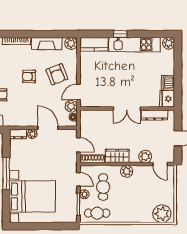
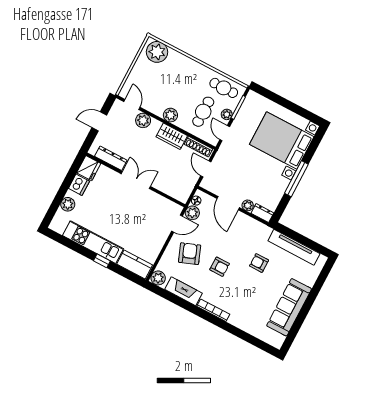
plant: (169, 43) -> (68, 204), moved

